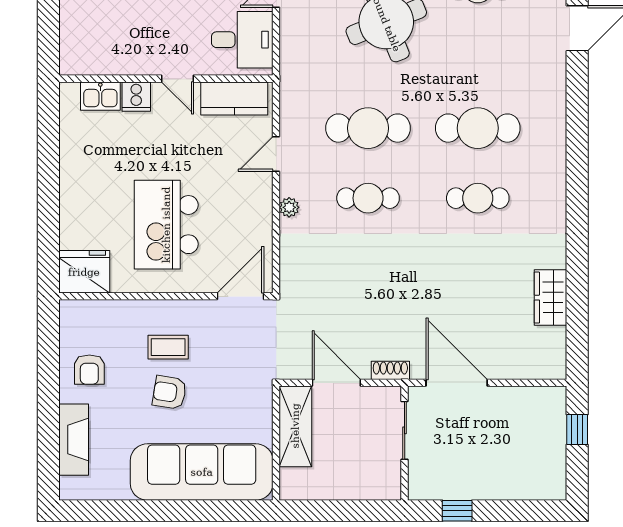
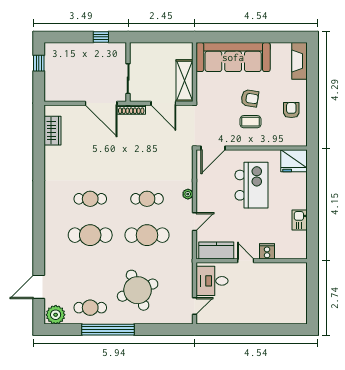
kitchen sink: (100, 96) -> (300, 220), moved, turned -90
wardrobe: (550, 298) -> (53, 131), moved
shoe rack: (390, 370) -> (131, 110), width x1.43
window: (577, 429) -> (39, 63), moved
fireplace: (74, 440) -> (299, 61), moved

